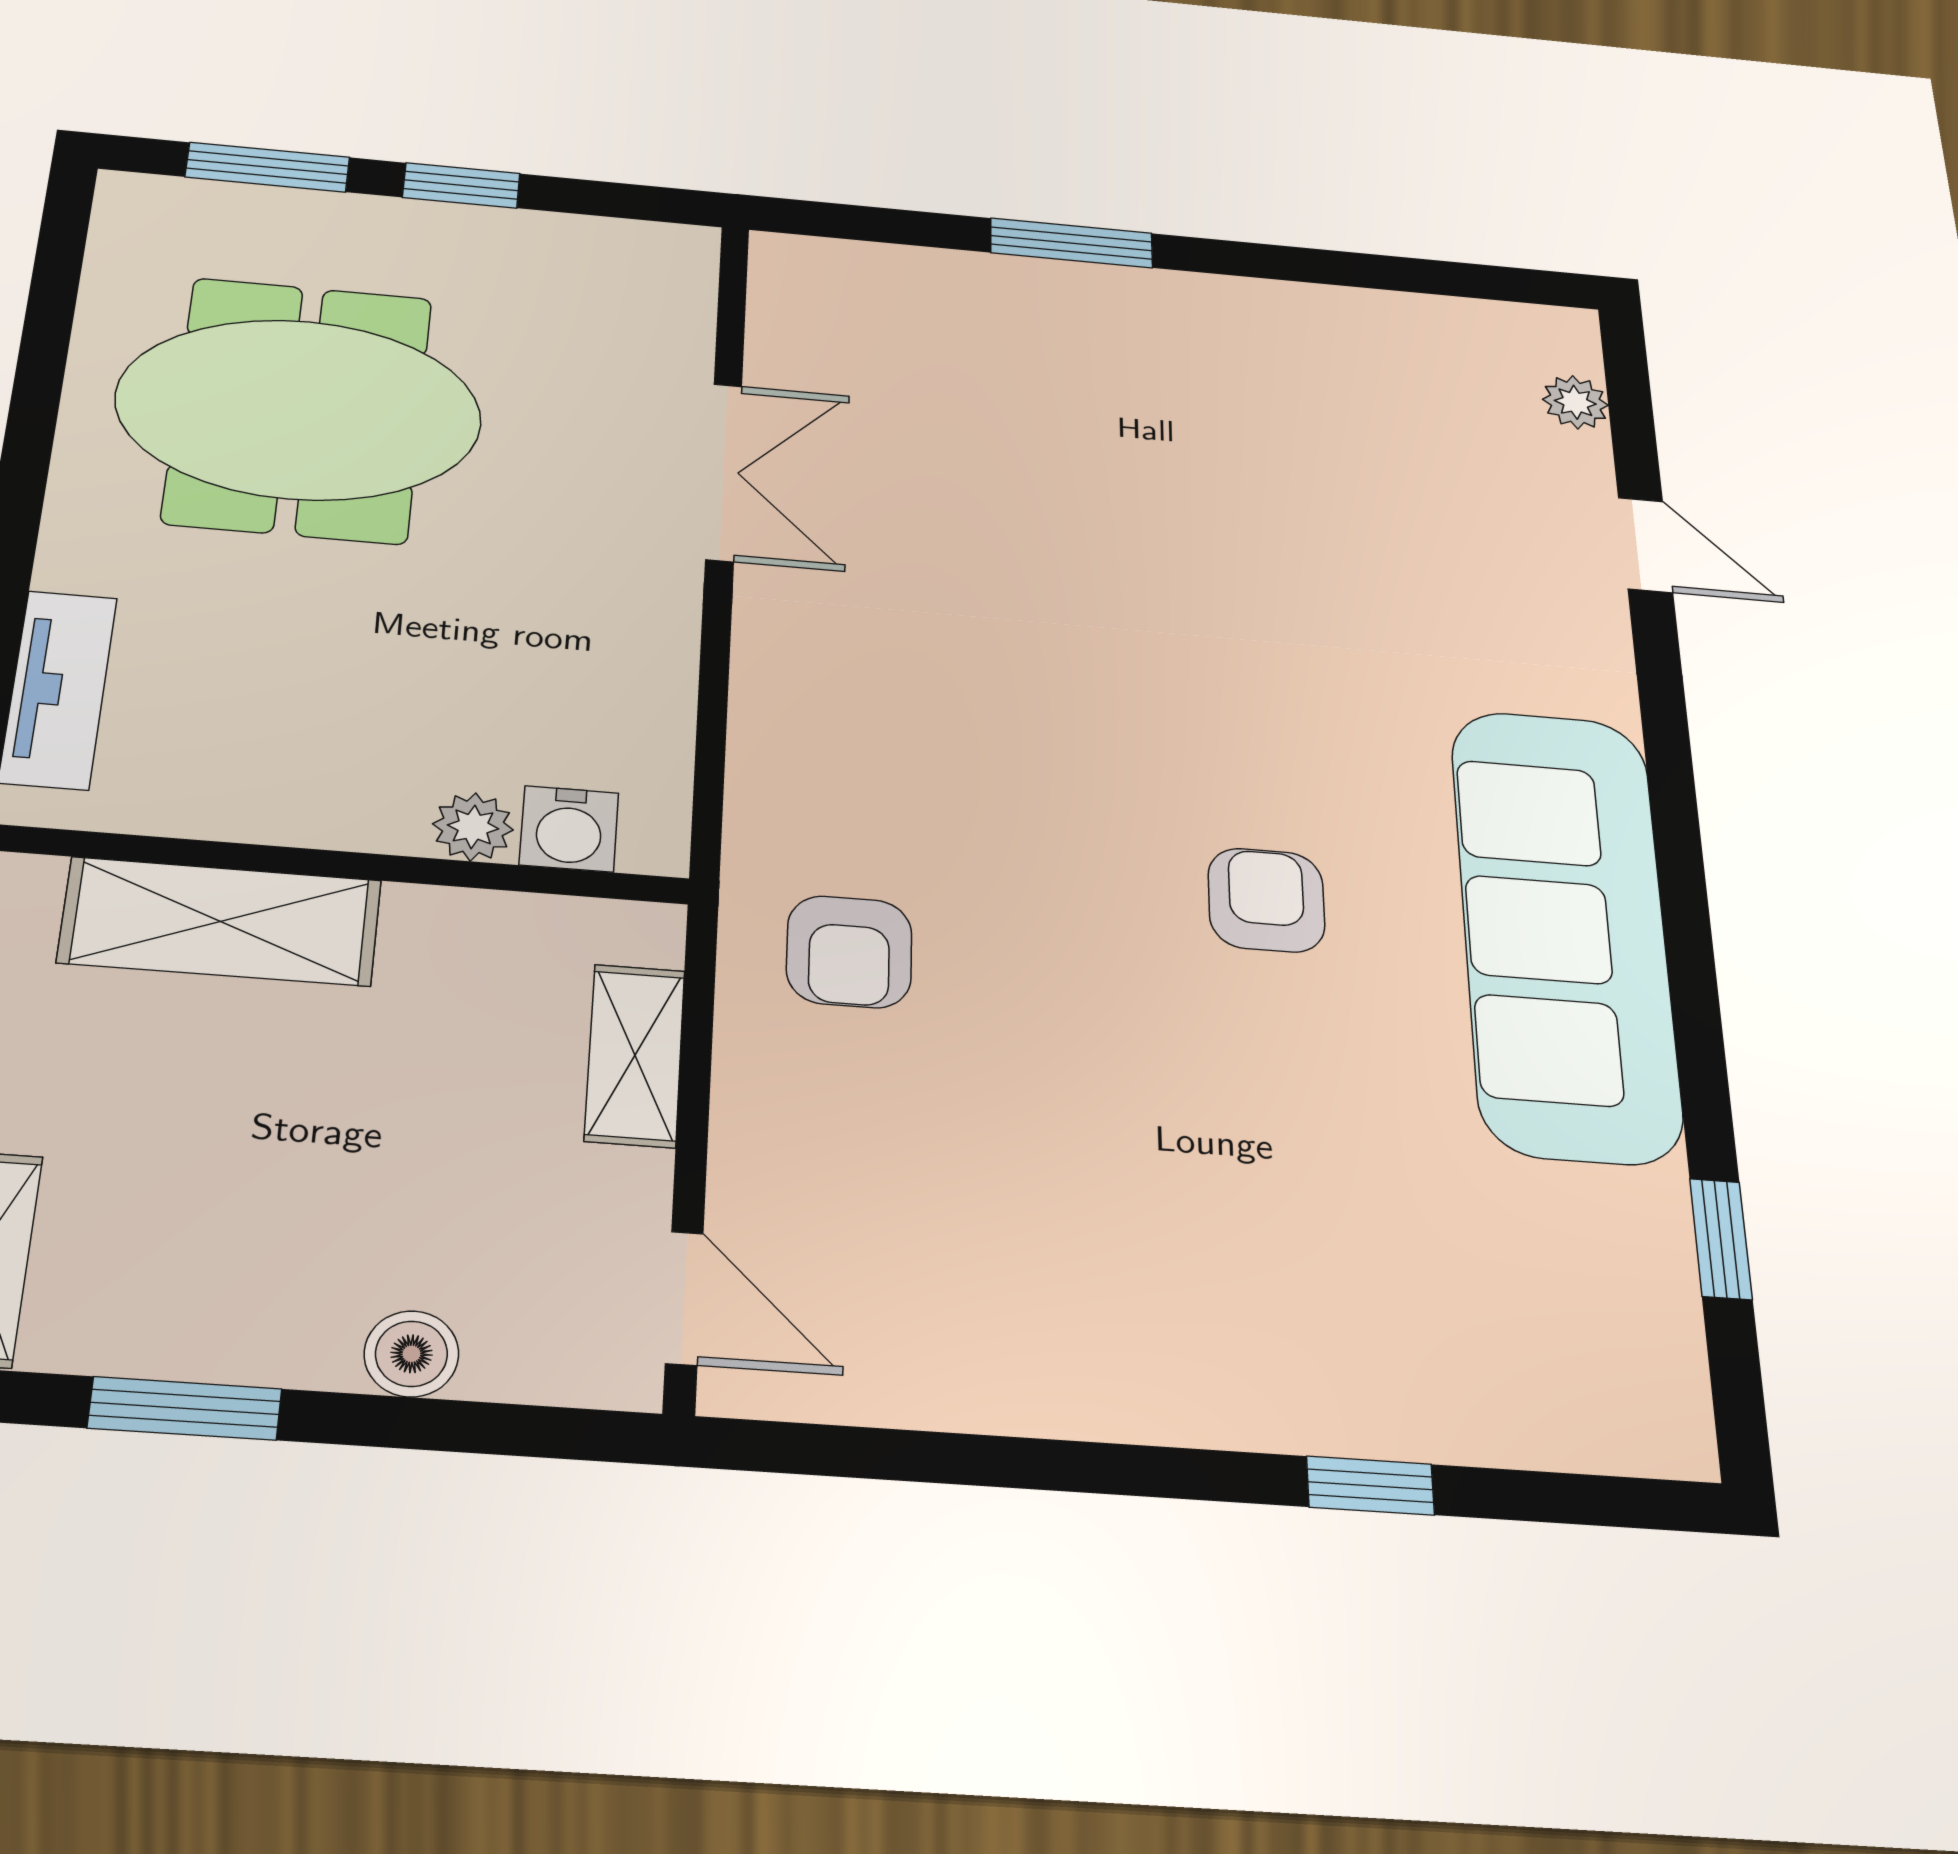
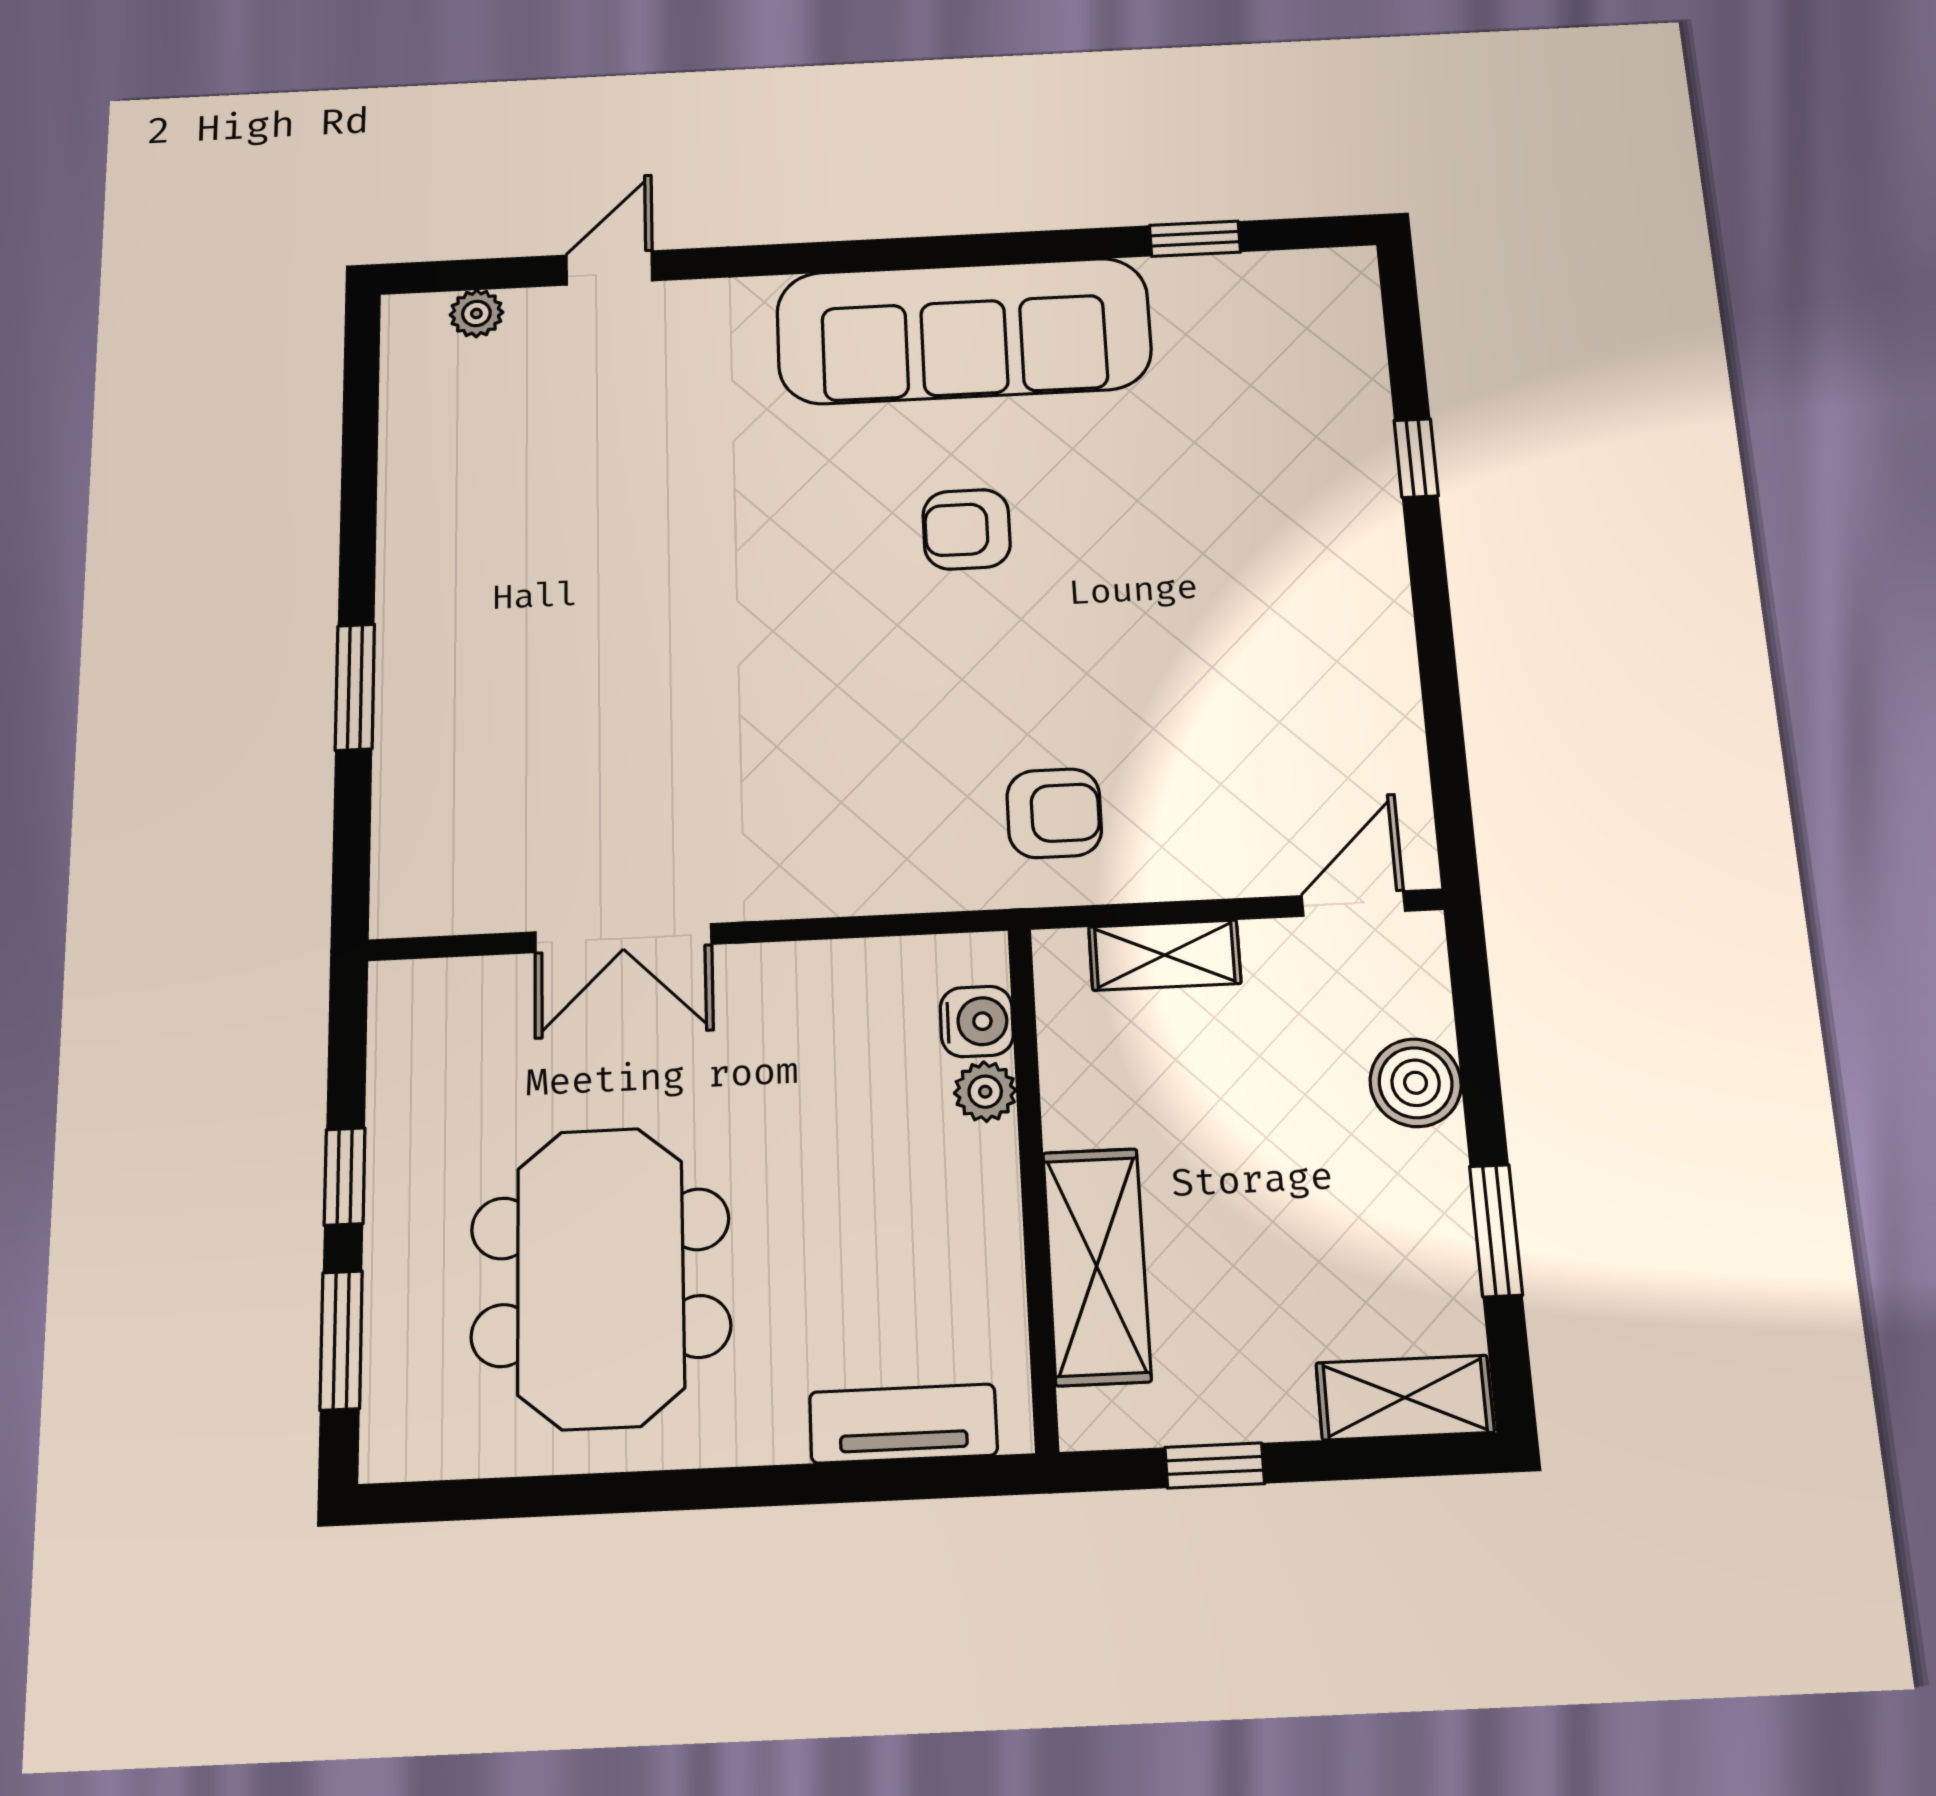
double door: (724, 472) -> (623, 938), swing flipped
boiler: (411, 1354) -> (1416, 1083), width x1.36, depth x1.36

